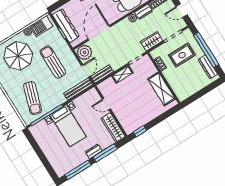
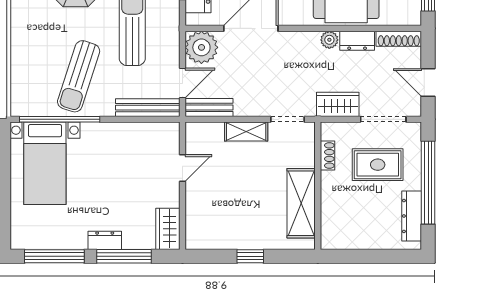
sun lounger: (33, 98) -> (79, 76), moved
door: (106, 104) -> (182, 168), swing flipped
bed with nightstands: (68, 126) -> (45, 163), moved
wardrobe: (113, 127) -> (168, 229), width x0.67
window: (140, 131) -> (250, 256), moved

